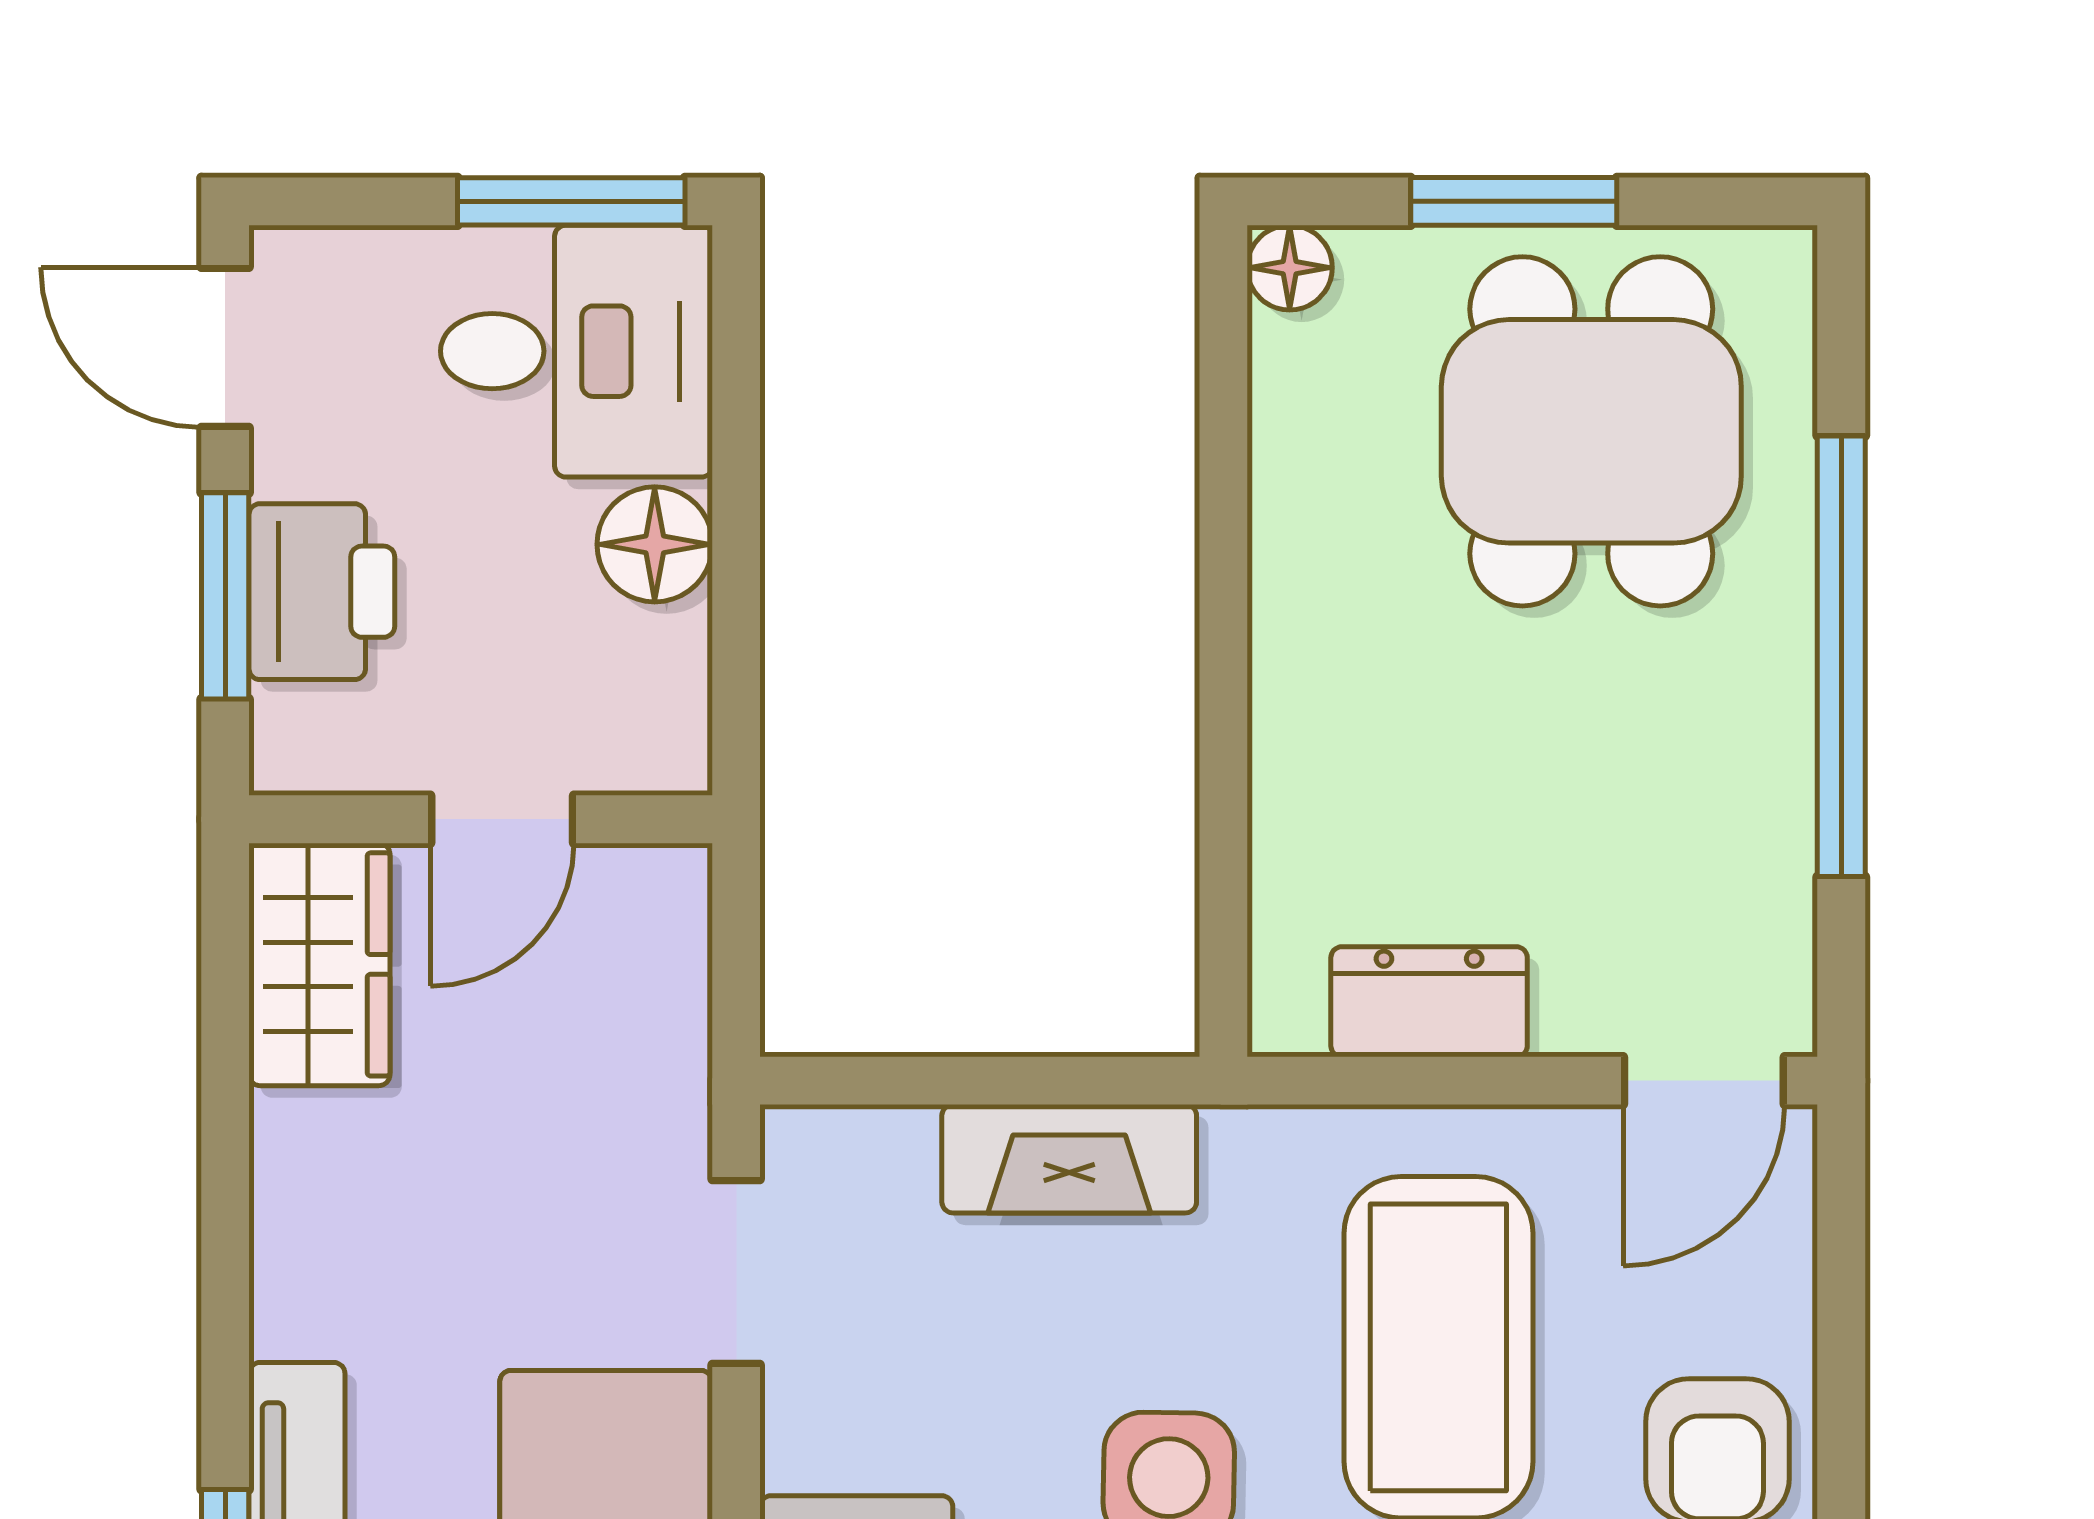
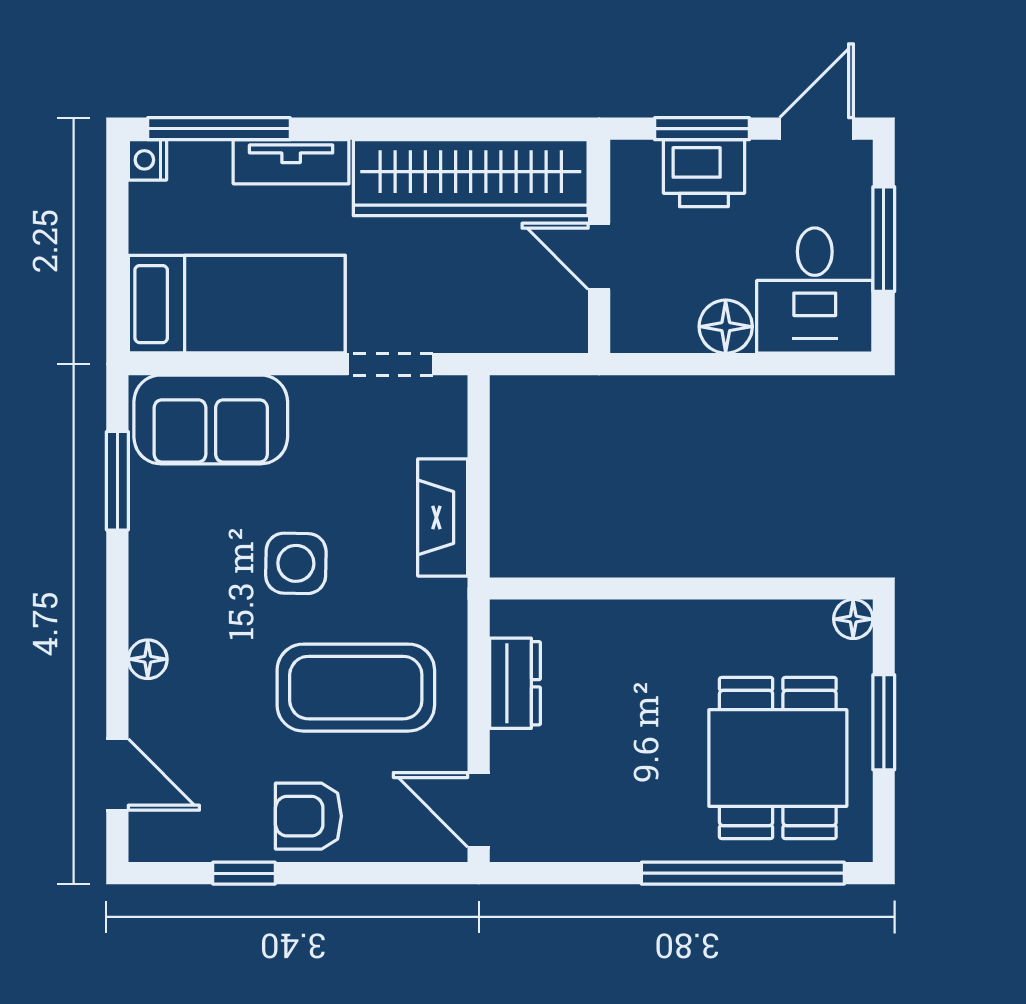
window: (571, 201) -> (884, 239), moved
dining table: (1591, 431) -> (778, 758), turned 90
window: (1841, 656) -> (743, 873), moved
wardrobe: (319, 964) -> (471, 178), width x2.10, depth x1.17

